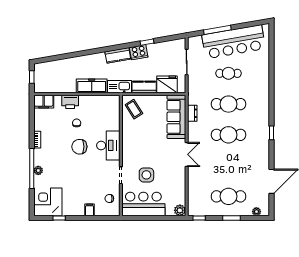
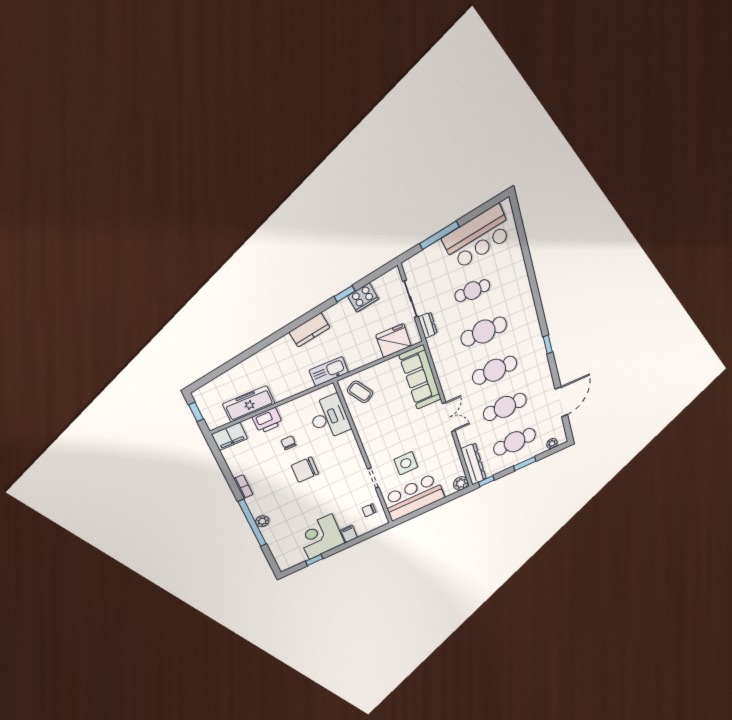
bar counter: (234, 42) -> (478, 237), width x0.73
cooker: (139, 52) -> (363, 297), moved
freezer: (92, 86) -> (249, 404), moved
kitchen counter: (144, 87) -> (363, 357), removed
dresser: (192, 113) -> (428, 325), moved
desk: (108, 145) -> (329, 417), moved
cafe table: (228, 166) -> (505, 407), added
dresser: (194, 199) -> (474, 464), added
corner desk: (48, 202) -> (320, 537), moved

